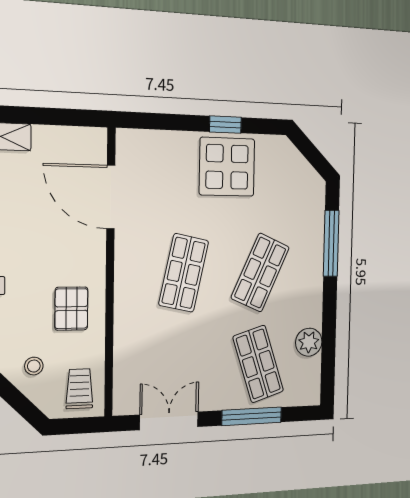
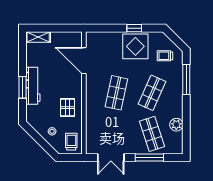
trolley: (289, 190) -> (165, 56), added
double door: (169, 421) -> (111, 157), swing flipped

